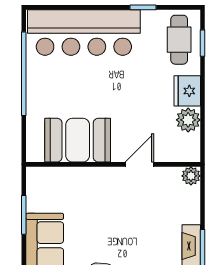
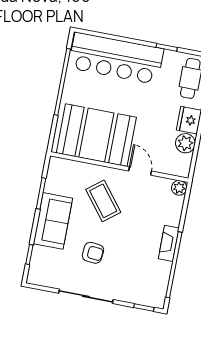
booth: (78, 140) -> (96, 135), width x1.36, depth x1.42
door: (139, 164) -> (140, 171), hinge flipped
coffee table: (101, 209) -> (103, 201), added

